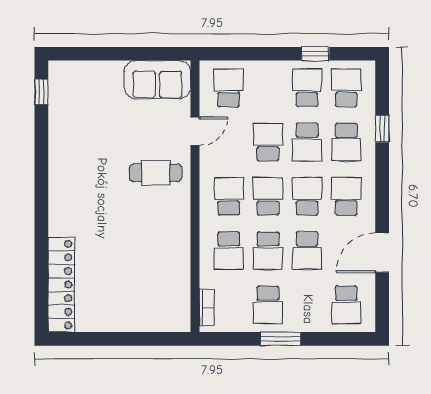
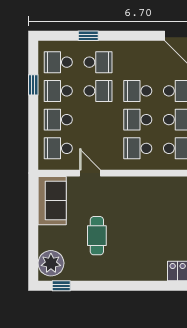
plant: (72, 78) -> (51, 263), added
school desk: (268, 142) -> (58, 120), moved
cafe table: (156, 173) -> (97, 236), moved
school desk: (346, 196) -> (138, 62), removed

